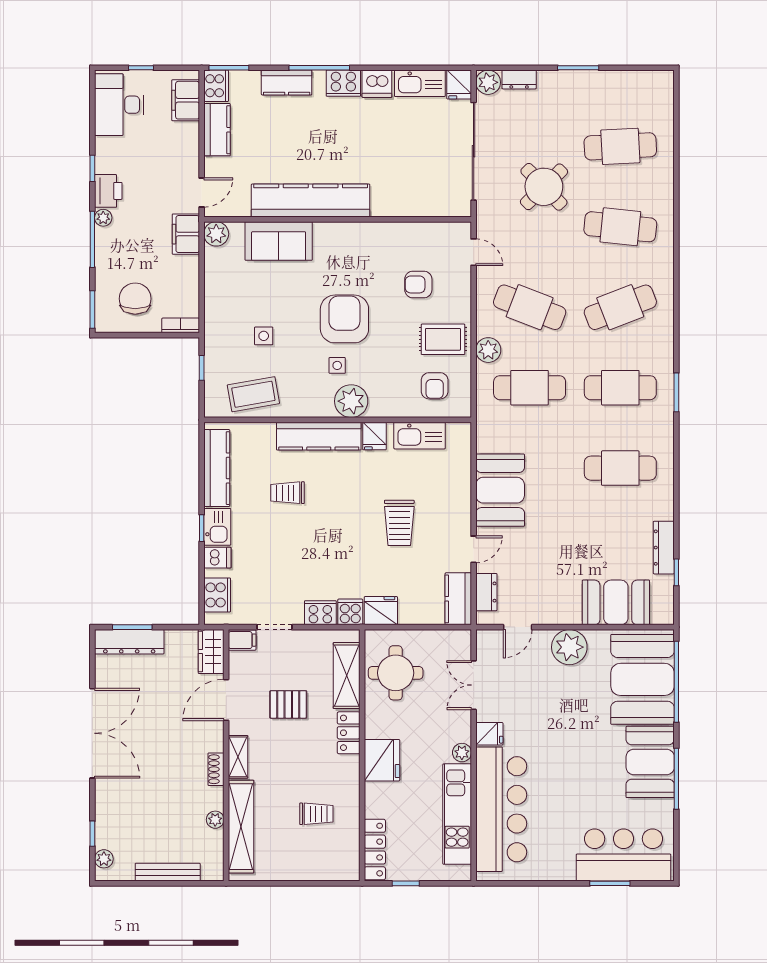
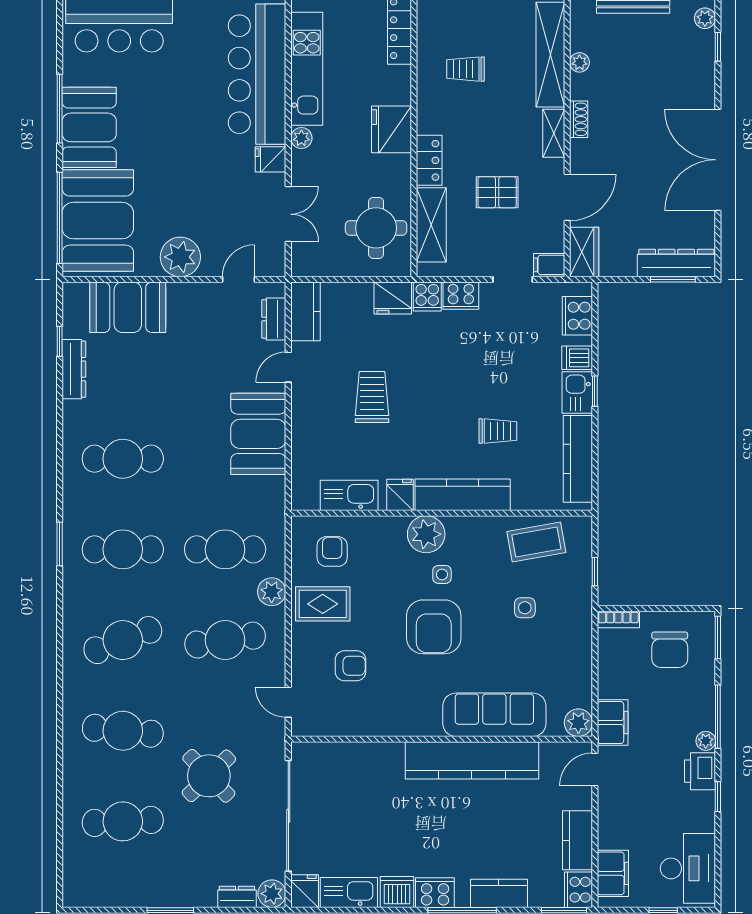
sofa: (279, 241) -> (494, 715), width x1.36
cafe table: (530, 307) -> (225, 640), turned -30

